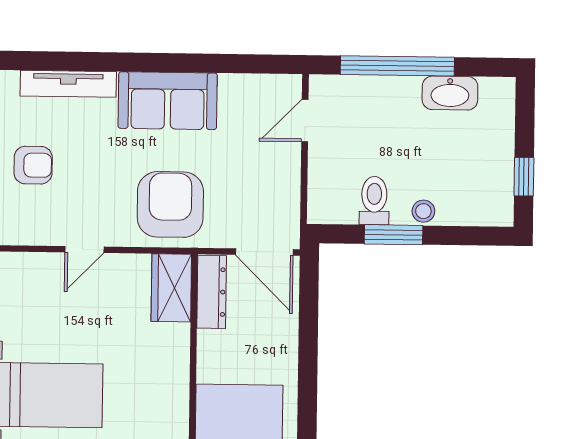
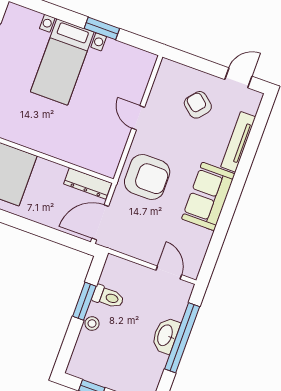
washbasin: (450, 93) -> (166, 335), moved
armchair: (33, 165) -> (198, 105), turned 130
wardrobe: (171, 288) -> (98, 161), removed

